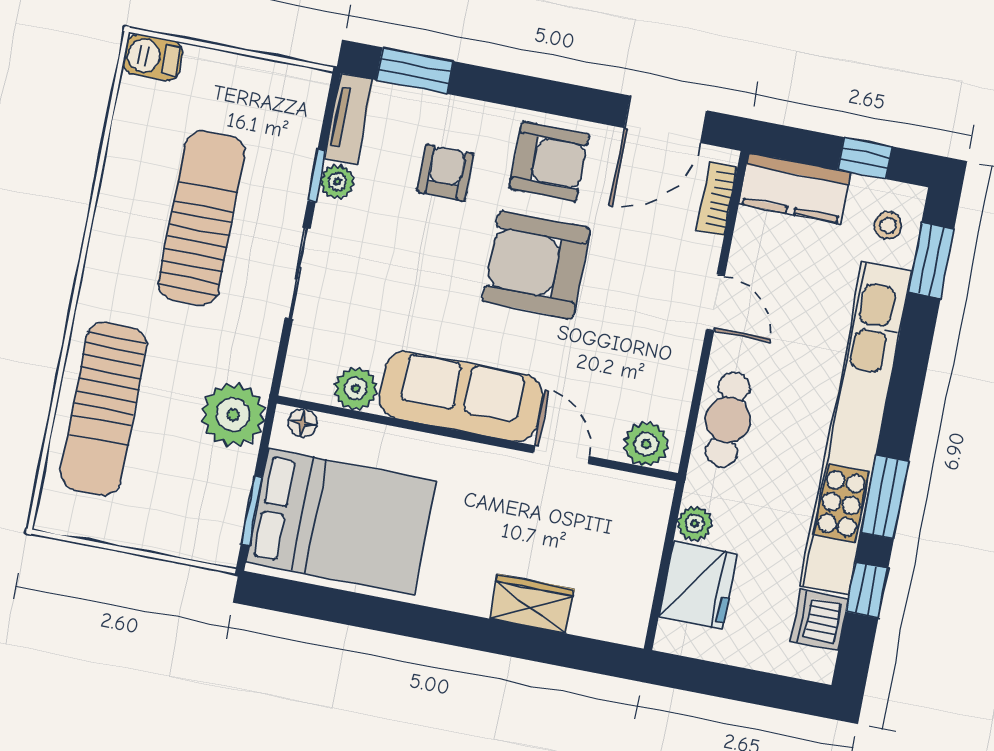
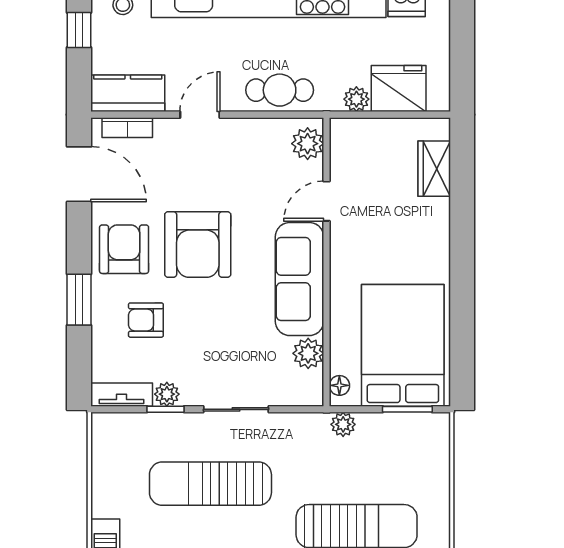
window: (415, 71) -> (79, 300), moved
kitchen counter: (795, 188) -> (128, 93), moved, turned -90
plant: (233, 415) -> (343, 424), width x0.53, depth x0.53
wardrobe: (532, 604) -> (434, 169), moved

